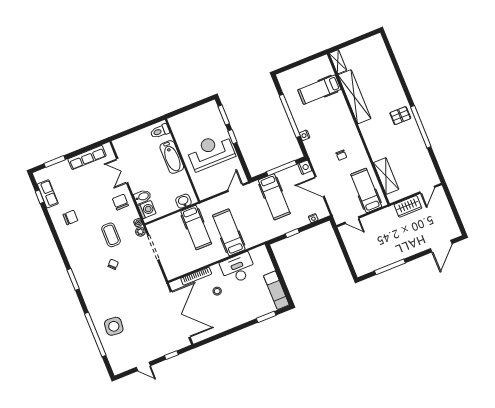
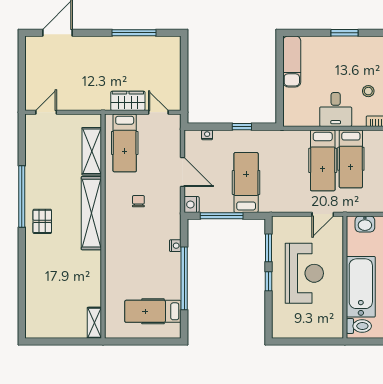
hospital bed: (319, 90) -> (153, 311), moved, turned 180
shelving: (354, 97) -> (91, 213), moved
window: (224, 115) -> (268, 248), moved
pallet: (400, 116) -> (42, 221), turned 90
reception desk: (211, 152) -> (304, 273), turned -90
bathtub: (172, 157) -> (361, 287), width x1.36, depth x1.36
door: (236, 188) -> (323, 214), moved
wardrobe: (408, 206) -> (128, 101), moved
hospital bed: (196, 228) -> (351, 159), moved, turned 180
desk: (238, 268) -> (336, 110), width x0.73
window: (266, 317) -> (344, 33), moved

